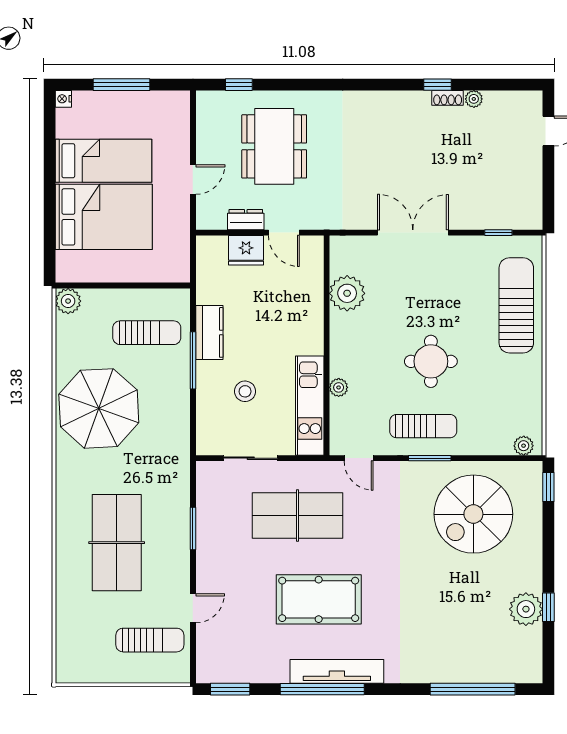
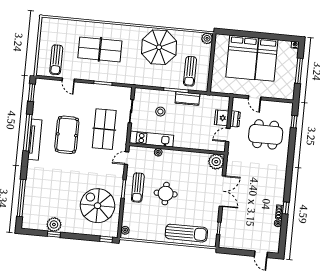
plant: (347, 293) -> (216, 162), moved

